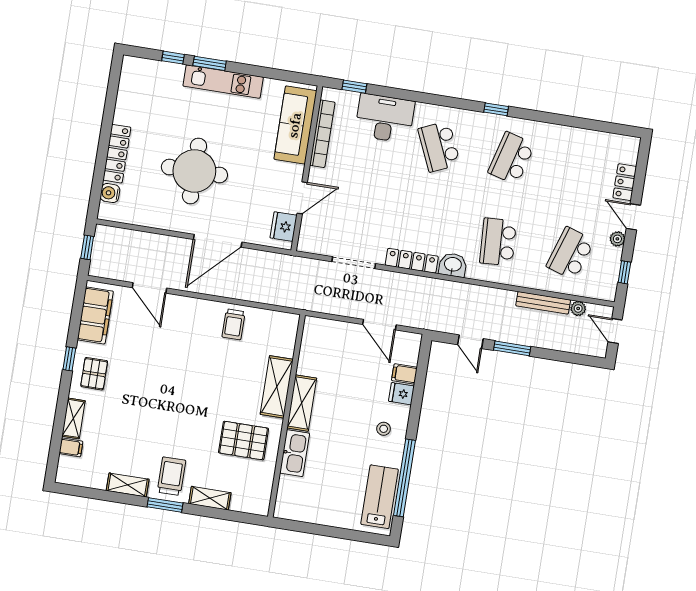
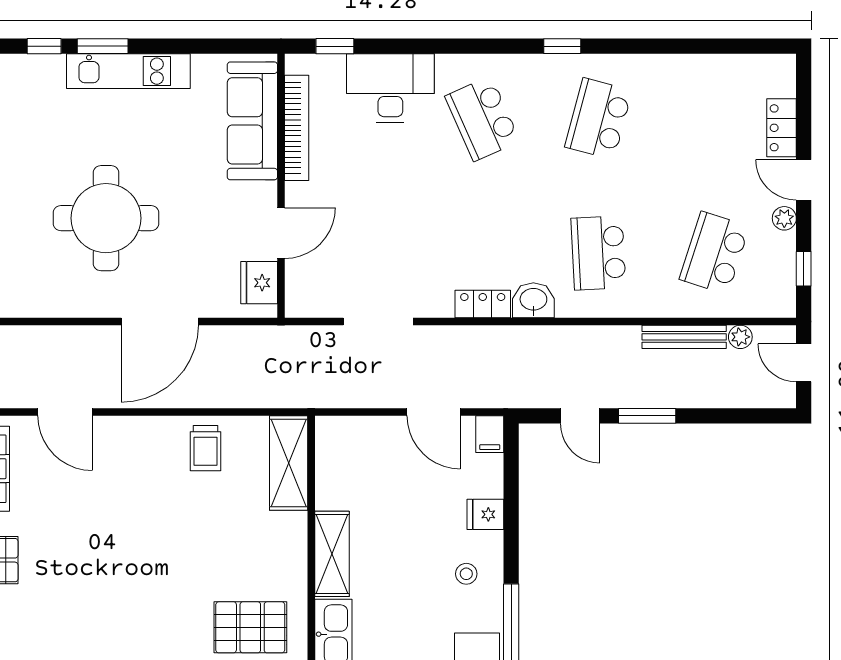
locker: (412, 261) -> (483, 304), width x0.66
filing cabinet: (404, 374) -> (490, 434), moved, turned -90
shelving: (277, 387) -> (289, 463), moved

